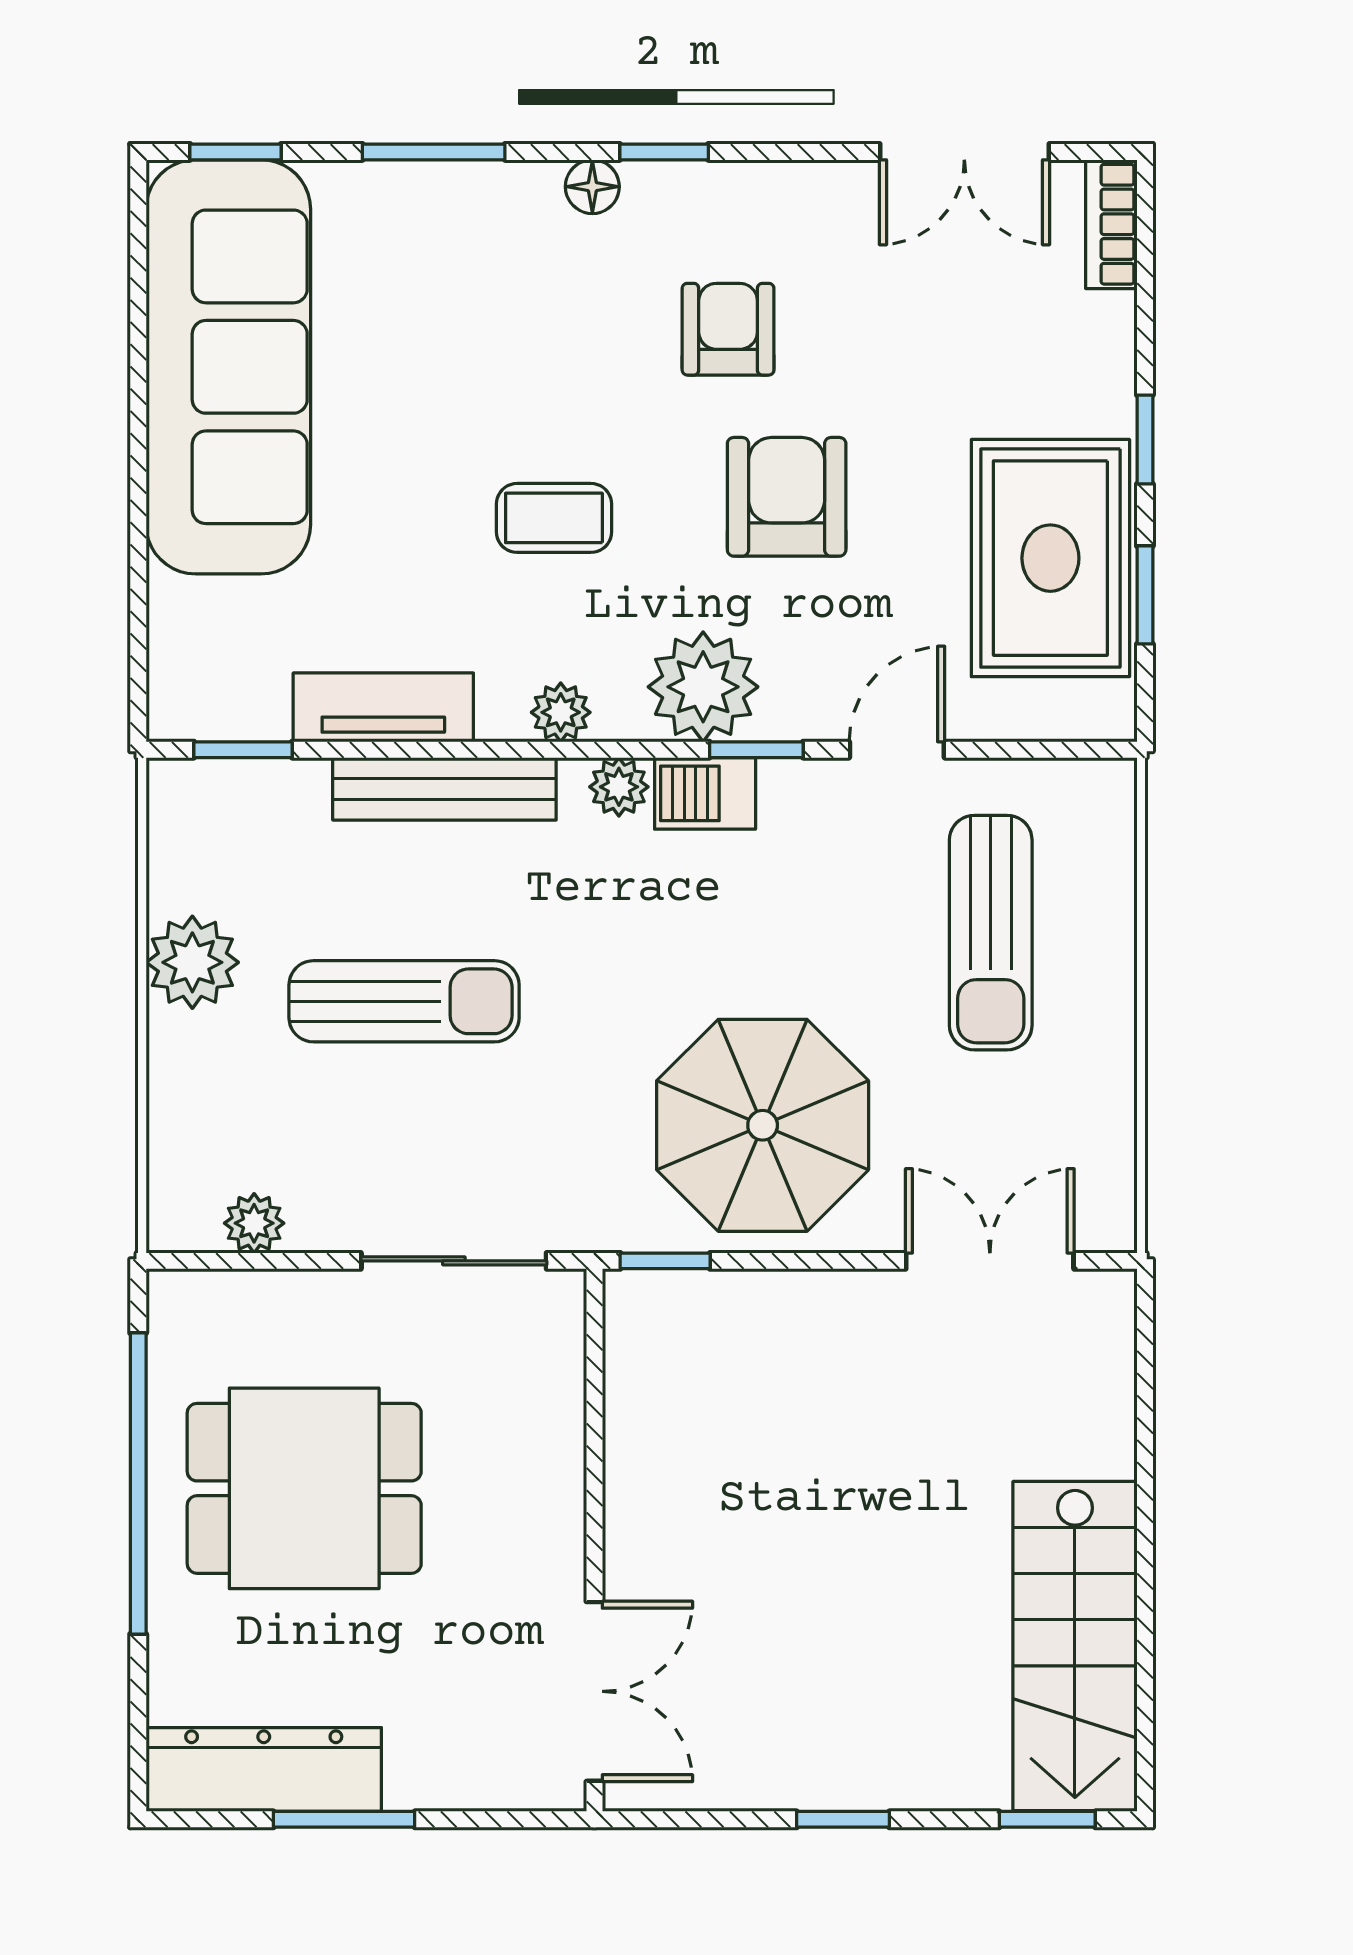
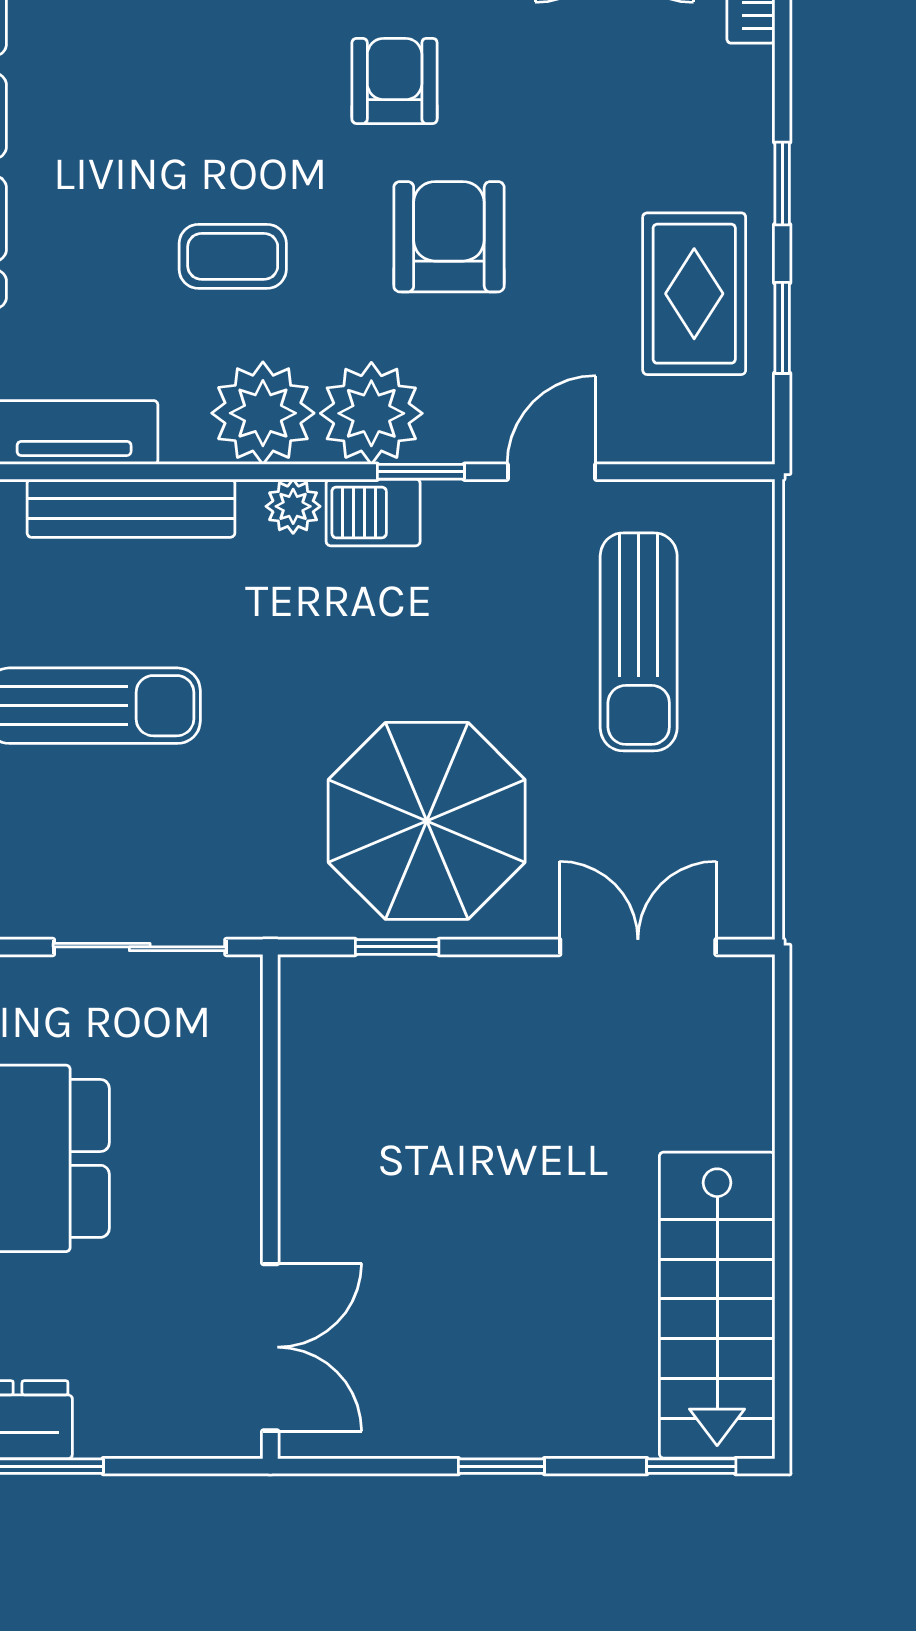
rug: (1050, 558) -> (694, 294), width x0.73, depth x0.70
plant: (561, 712) -> (263, 413), width x1.87, depth x1.87
window: (665, 1261) -> (397, 947), moved

